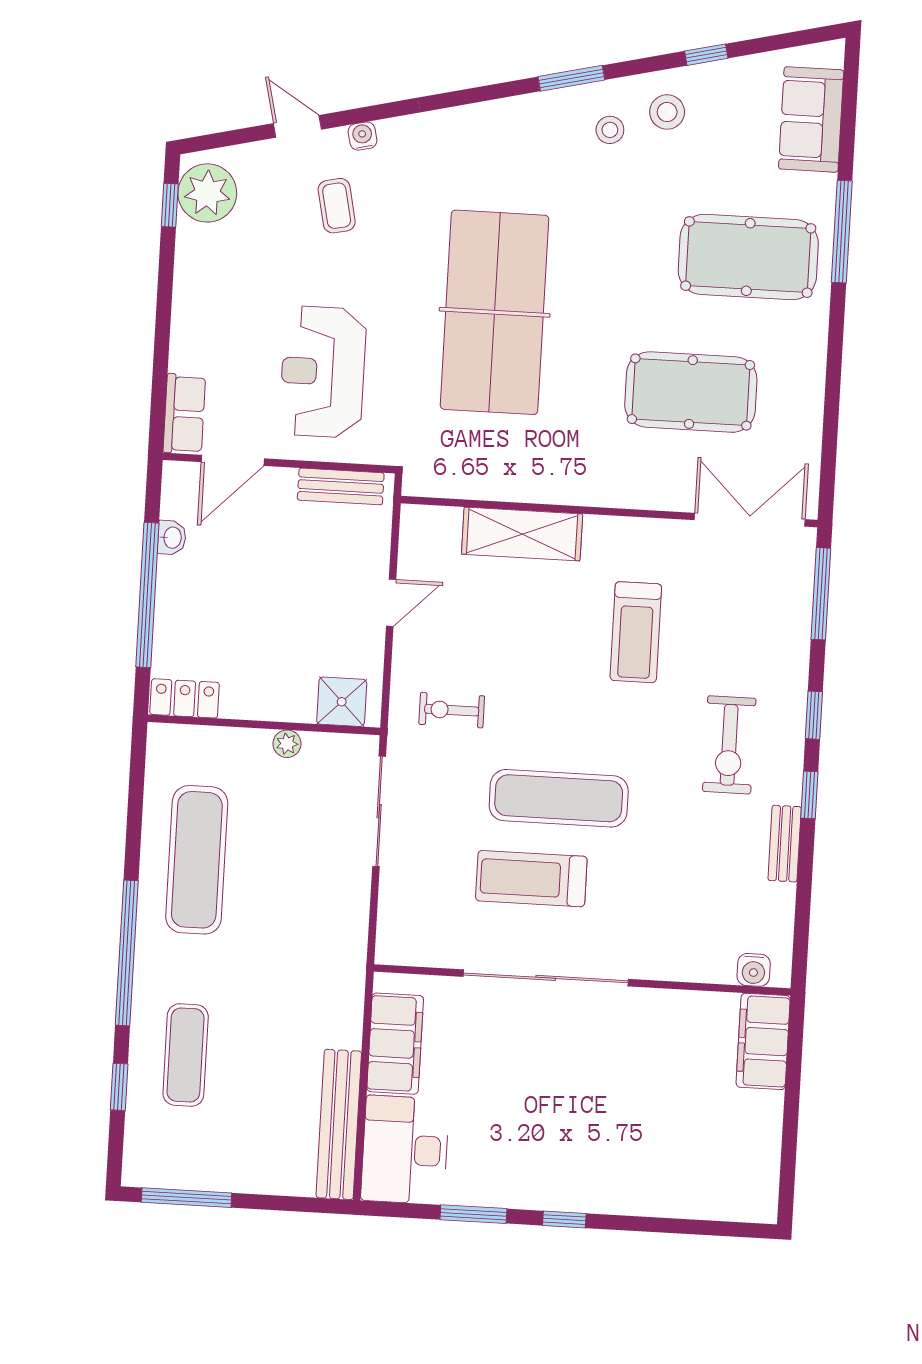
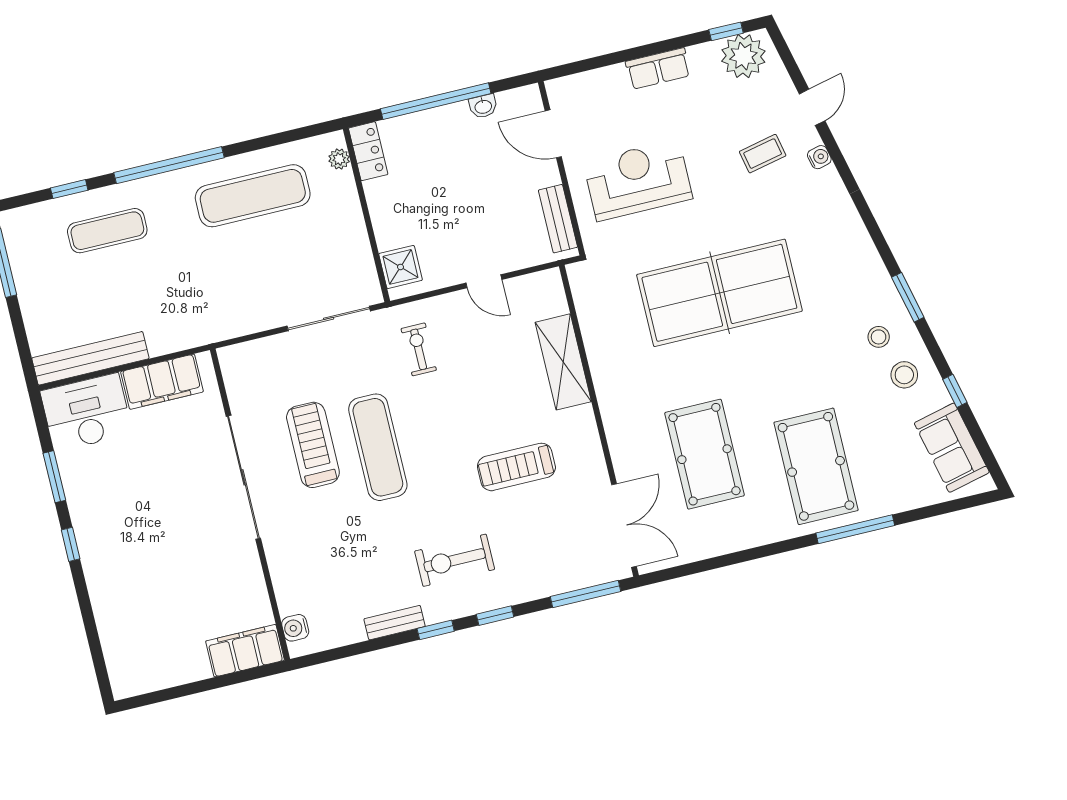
sofa: (811, 119) -> (952, 448), moved, turned -103
row of seats: (184, 414) -> (658, 69), moved
plant: (287, 744) -> (339, 159), moved

